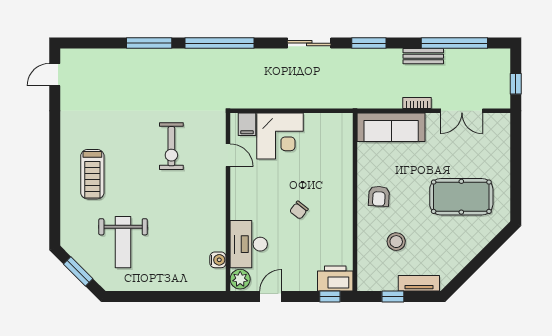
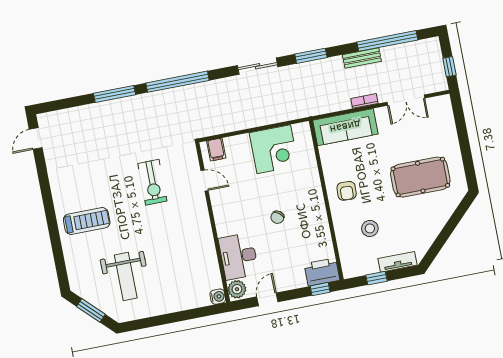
corner desk: (280, 136) -> (274, 149), moved
treadmill: (92, 174) -> (87, 221), turned -90
water cooler: (218, 260) -> (218, 297), moved

